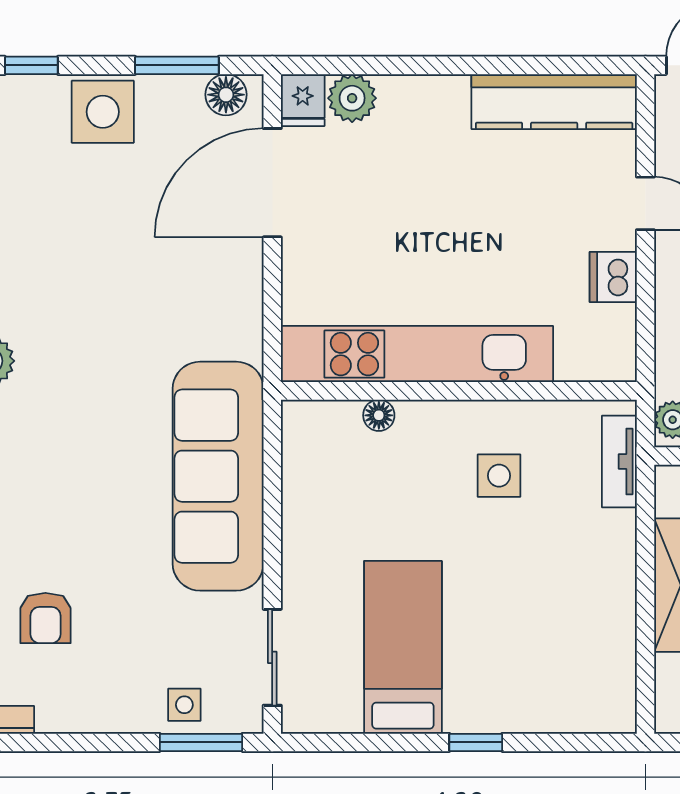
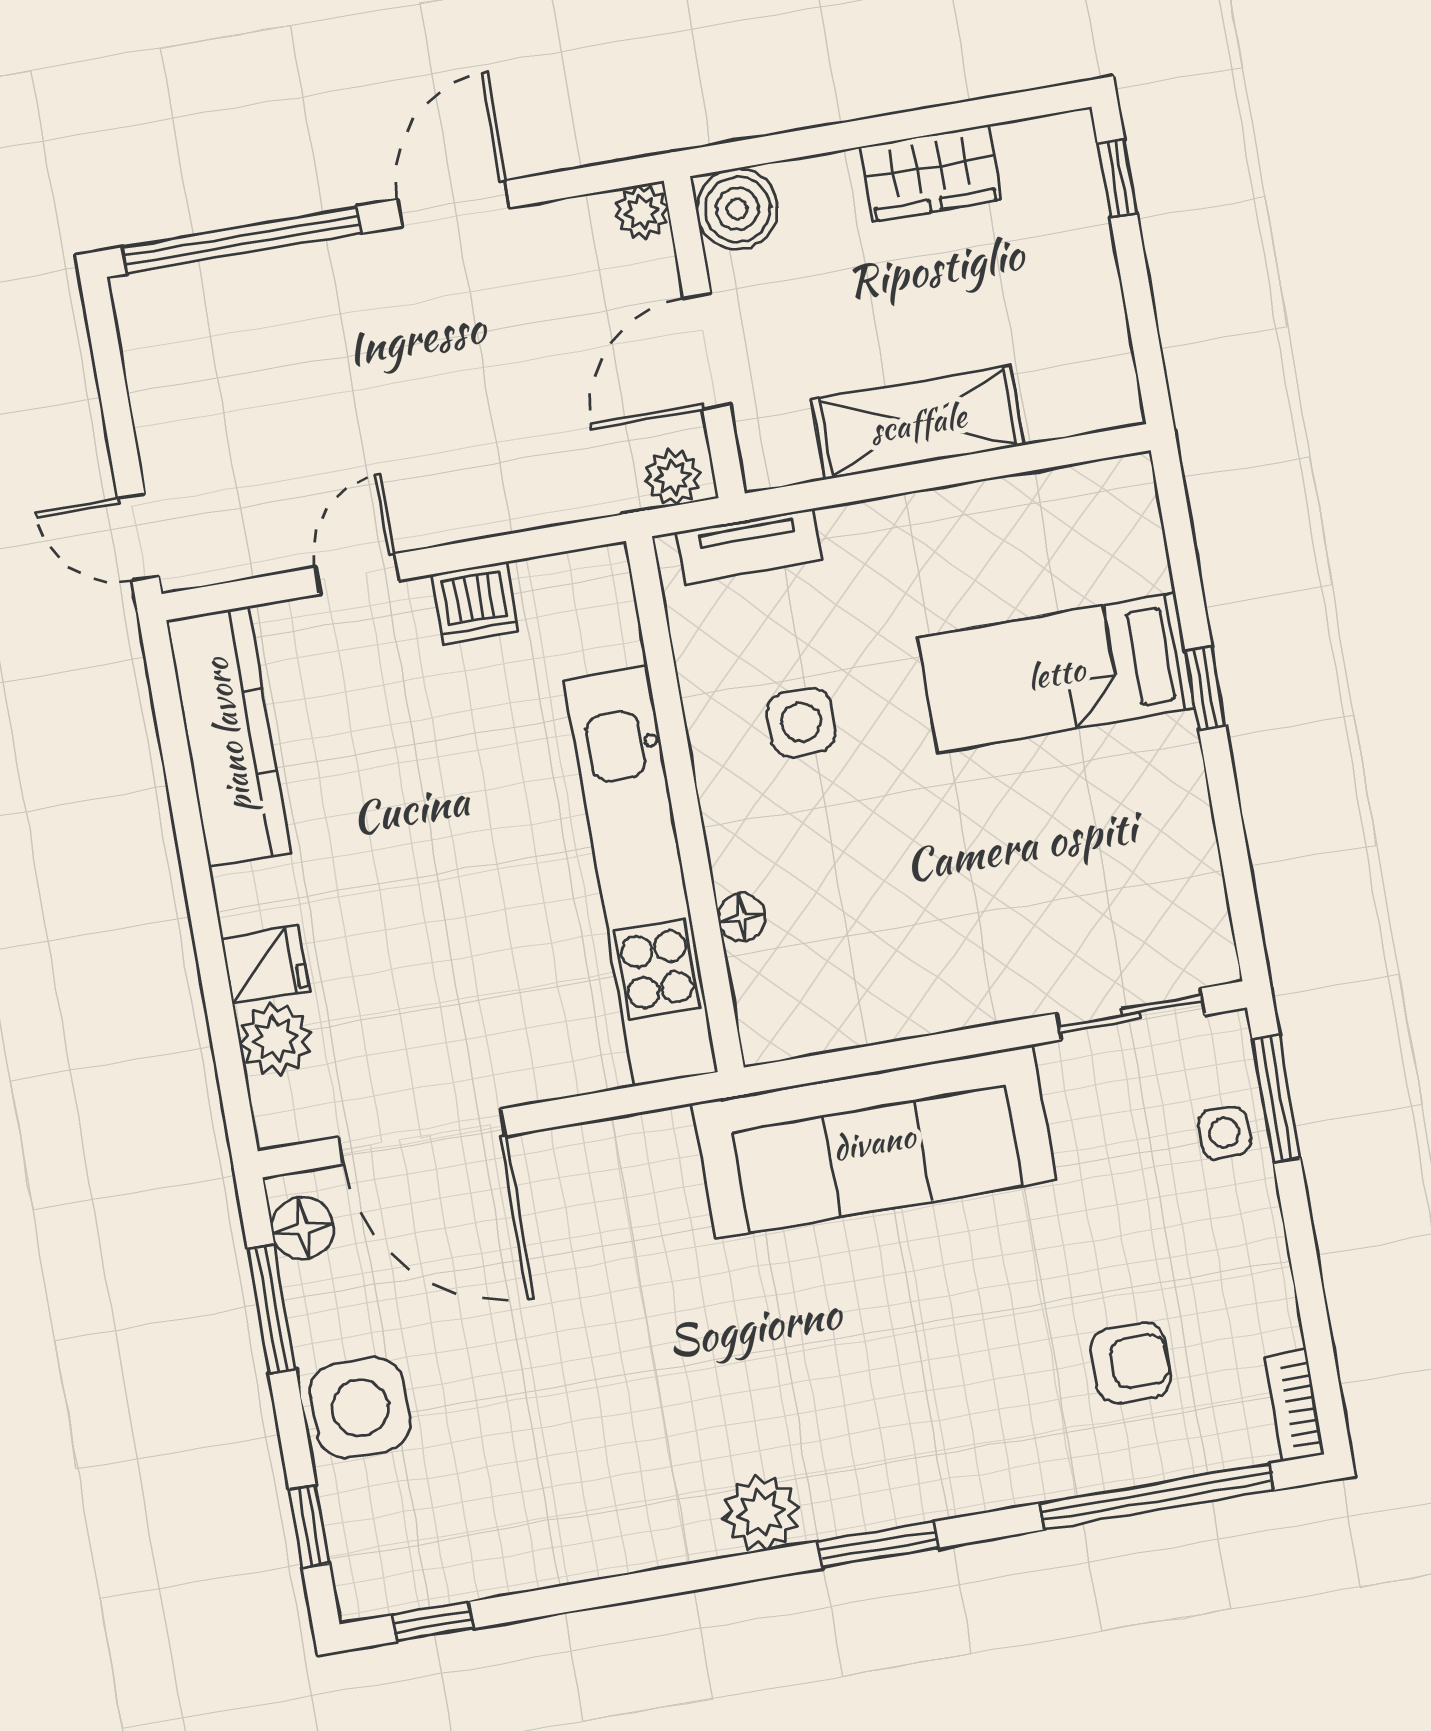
fridge: (303, 100) -> (266, 965), moved
bed: (403, 647) -> (1056, 673), moved

